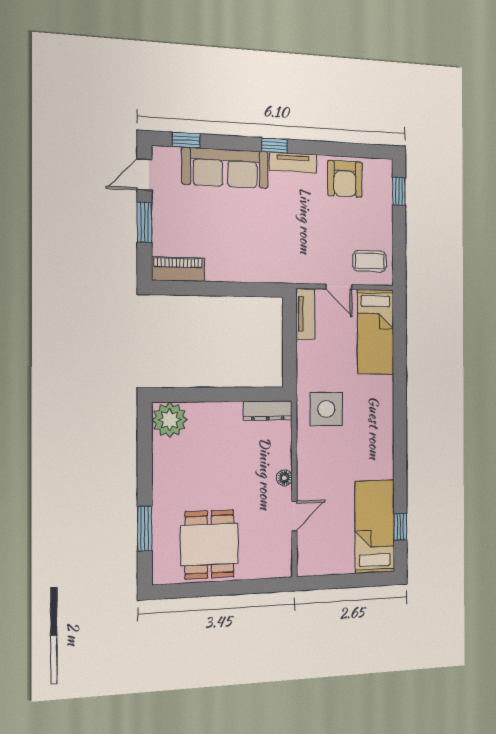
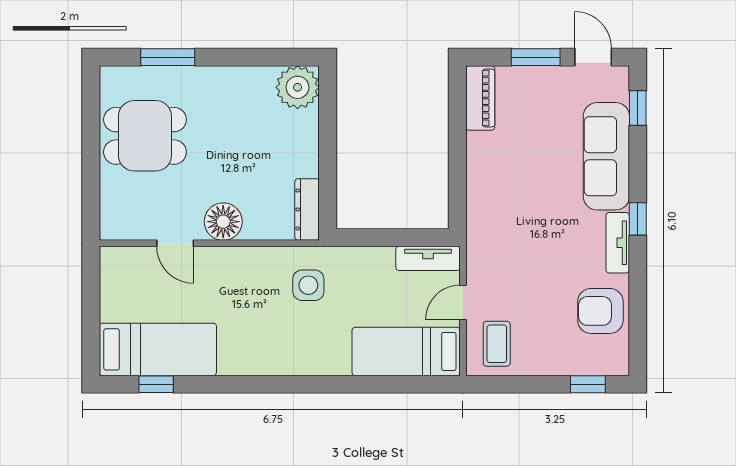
side table: (326, 409) -> (308, 285), width x0.73, depth x0.73
floor lamp: (284, 478) -> (223, 222), width x1.89, depth x1.89

